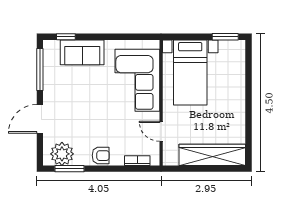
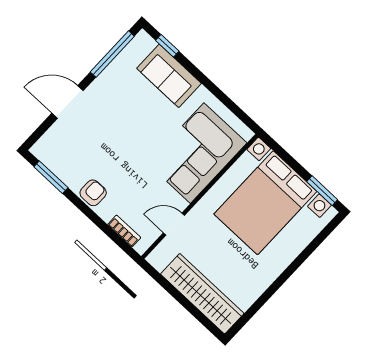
bed with nightstands: (190, 73) -> (265, 203), width x1.36
door: (161, 131) -> (174, 224), hinge flipped
plant: (62, 154) -> (57, 156), removed
armchair: (101, 156) -> (93, 193), turned -90

